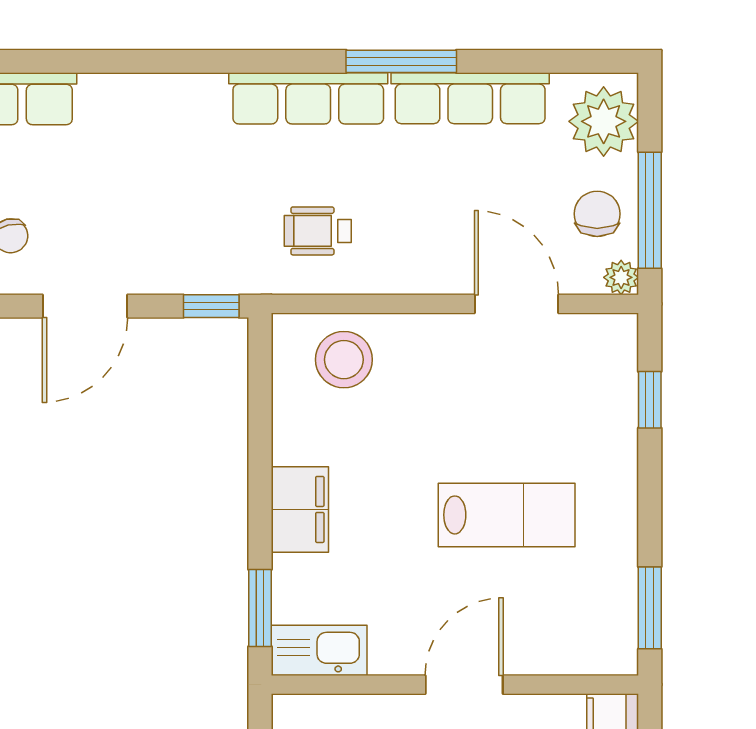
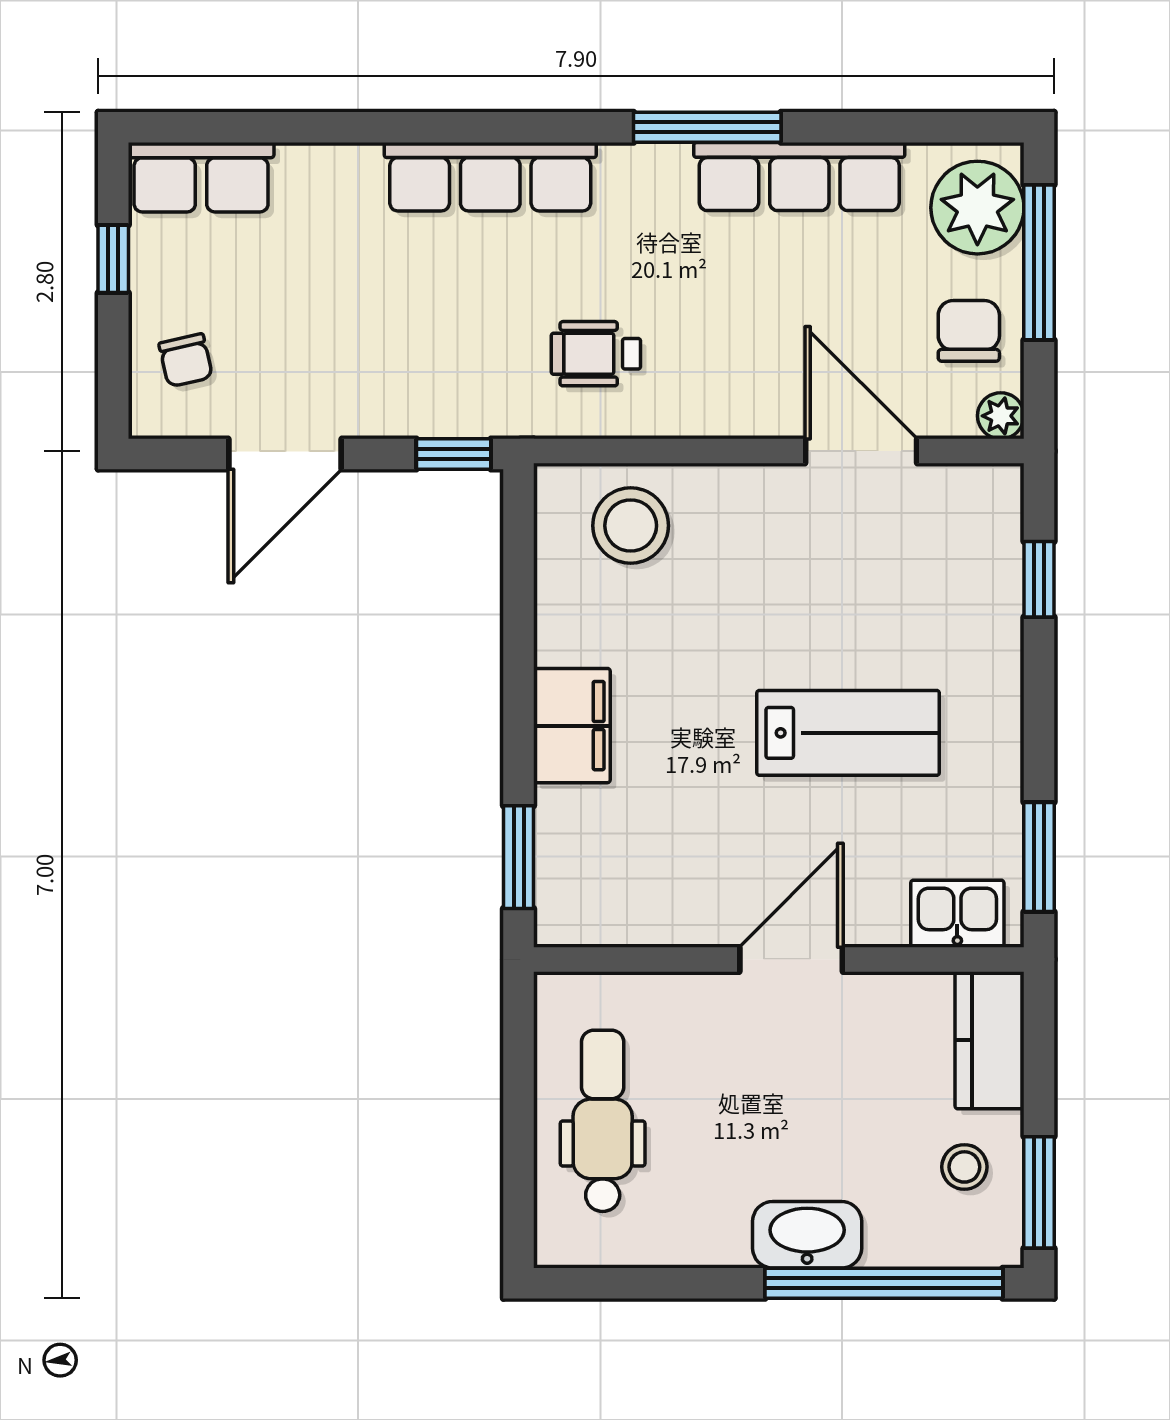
row of seats: (308, 98) -> (490, 177), moved
window: (650, 210) -> (1039, 262), moved
kitchen sink: (319, 650) -> (957, 914), moved, width x0.73

